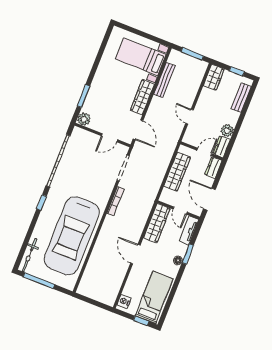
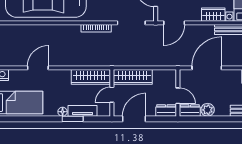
wardrobe: (142, 97) -> (213, 15), width x0.67
door: (190, 117) -> (207, 68), width x1.88
wardrobe: (177, 172) -> (133, 77), moved
tv unit: (189, 230) -> (83, 111), moved
door: (135, 254) -> (38, 68), moved

